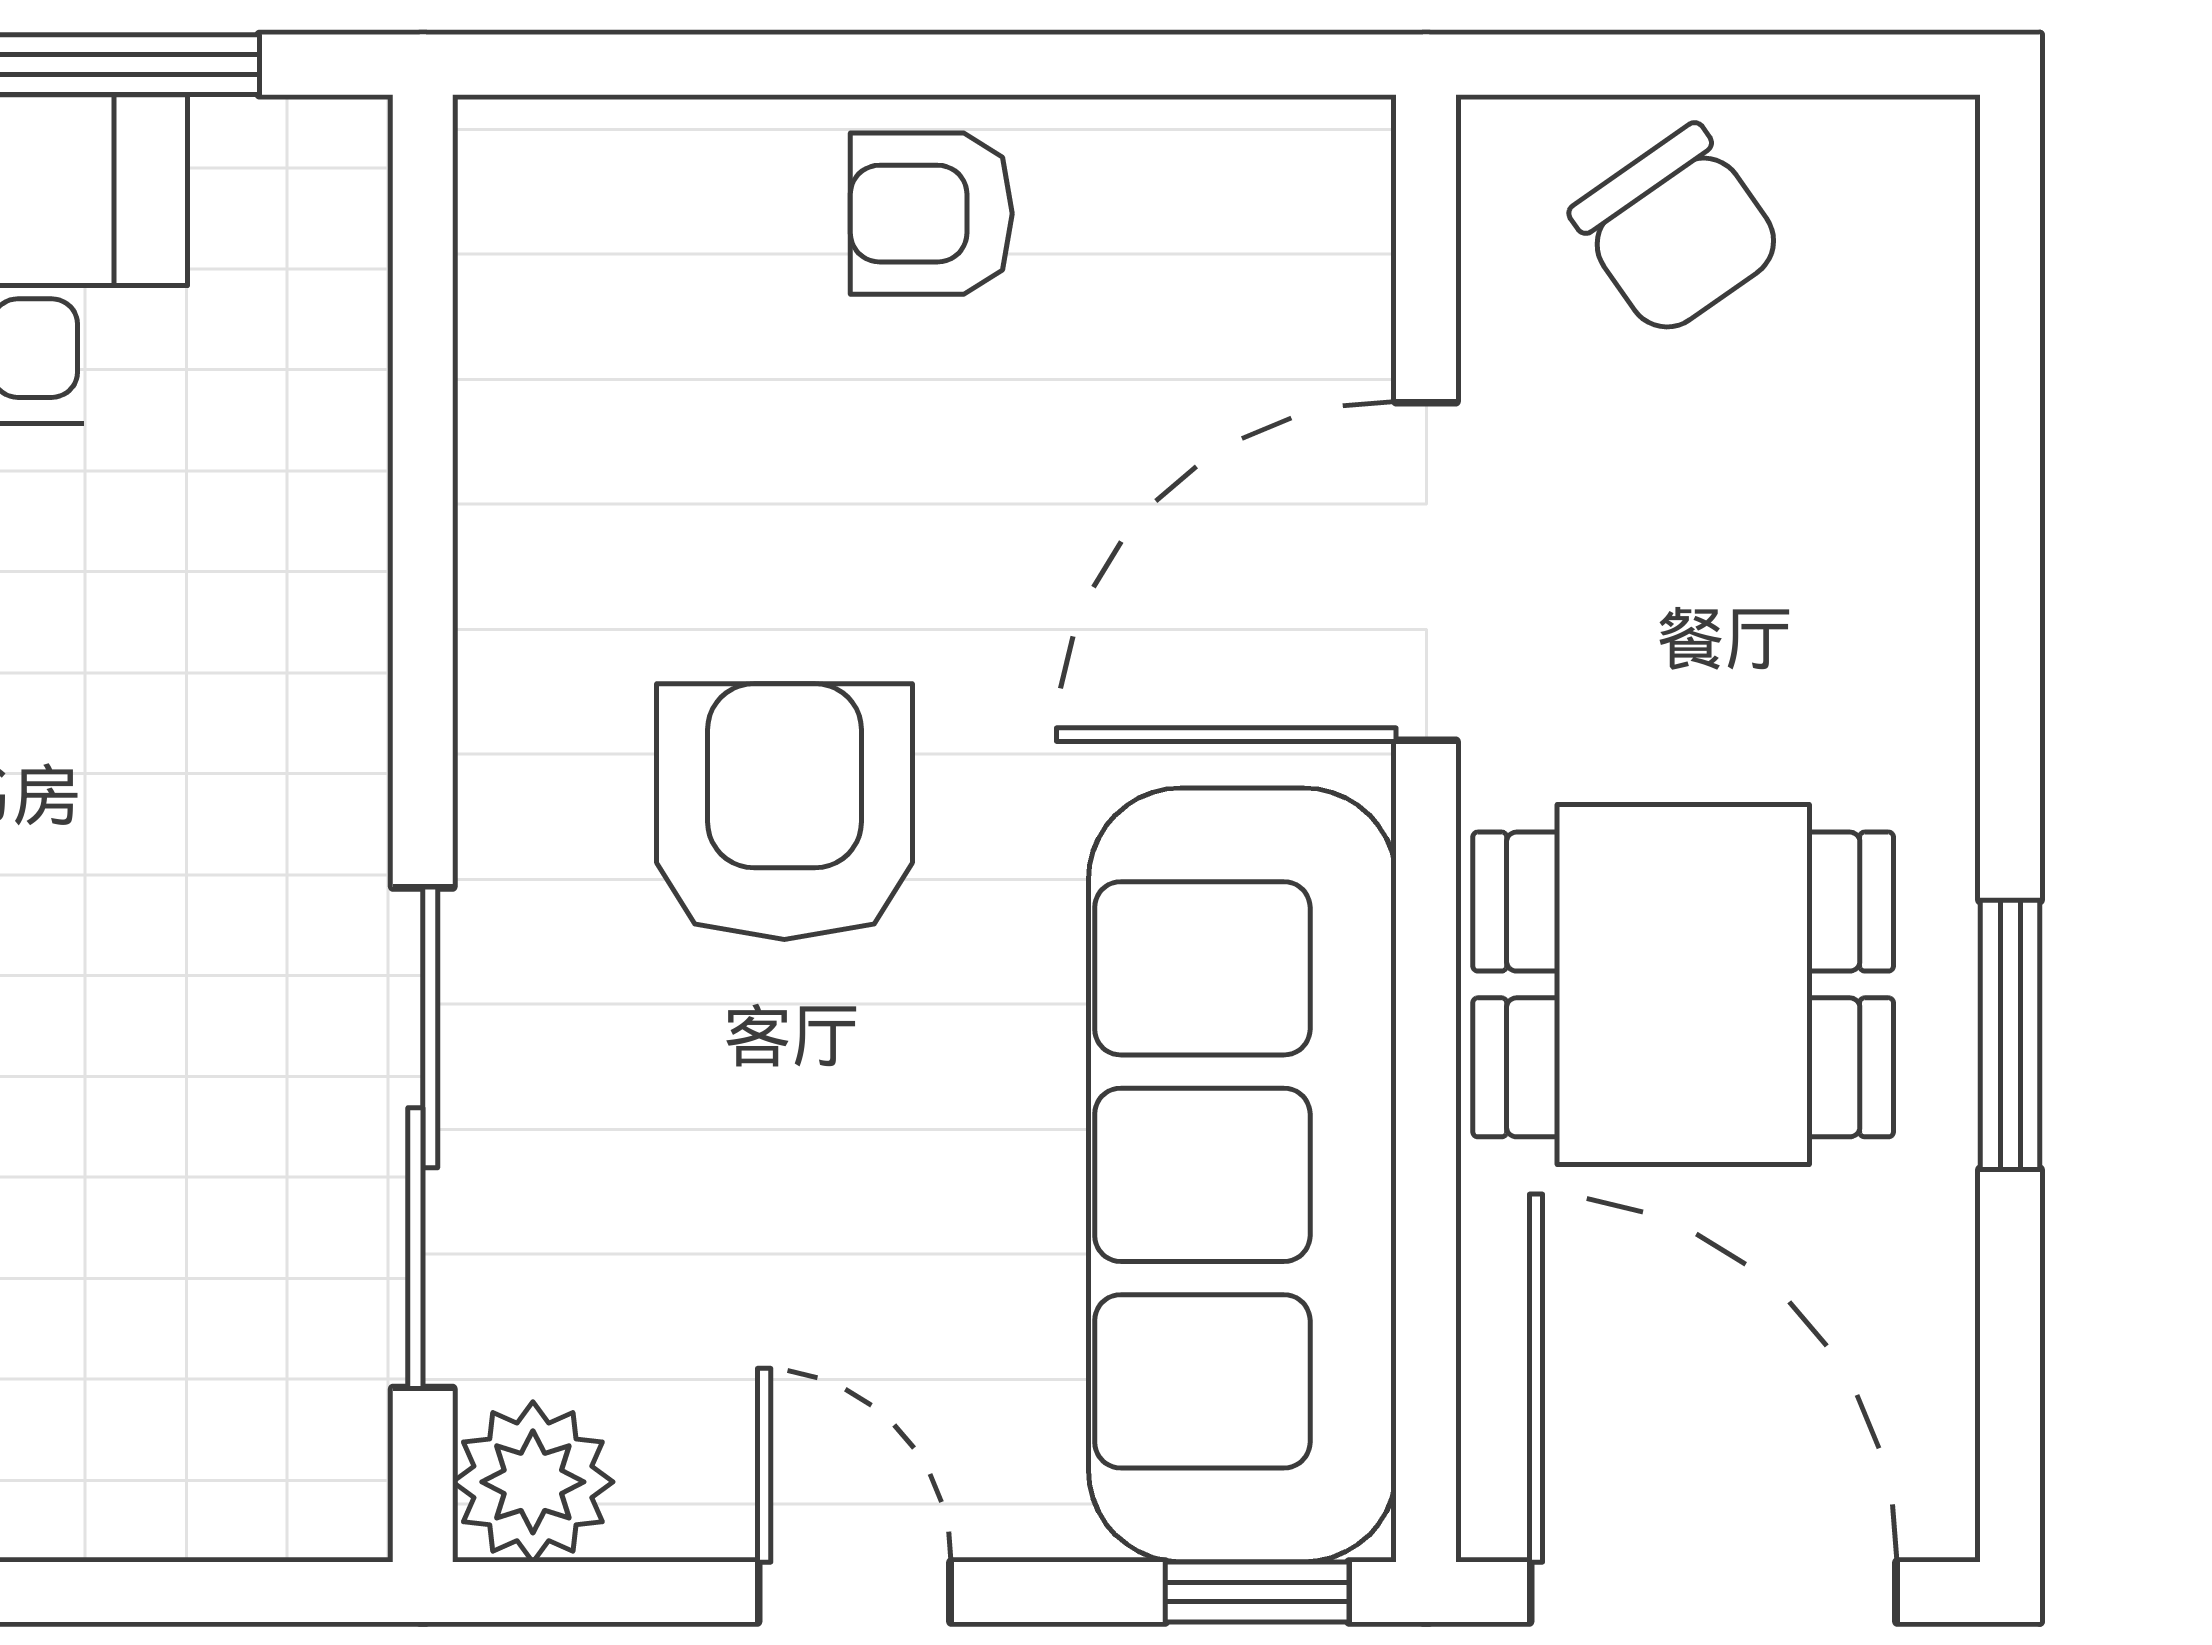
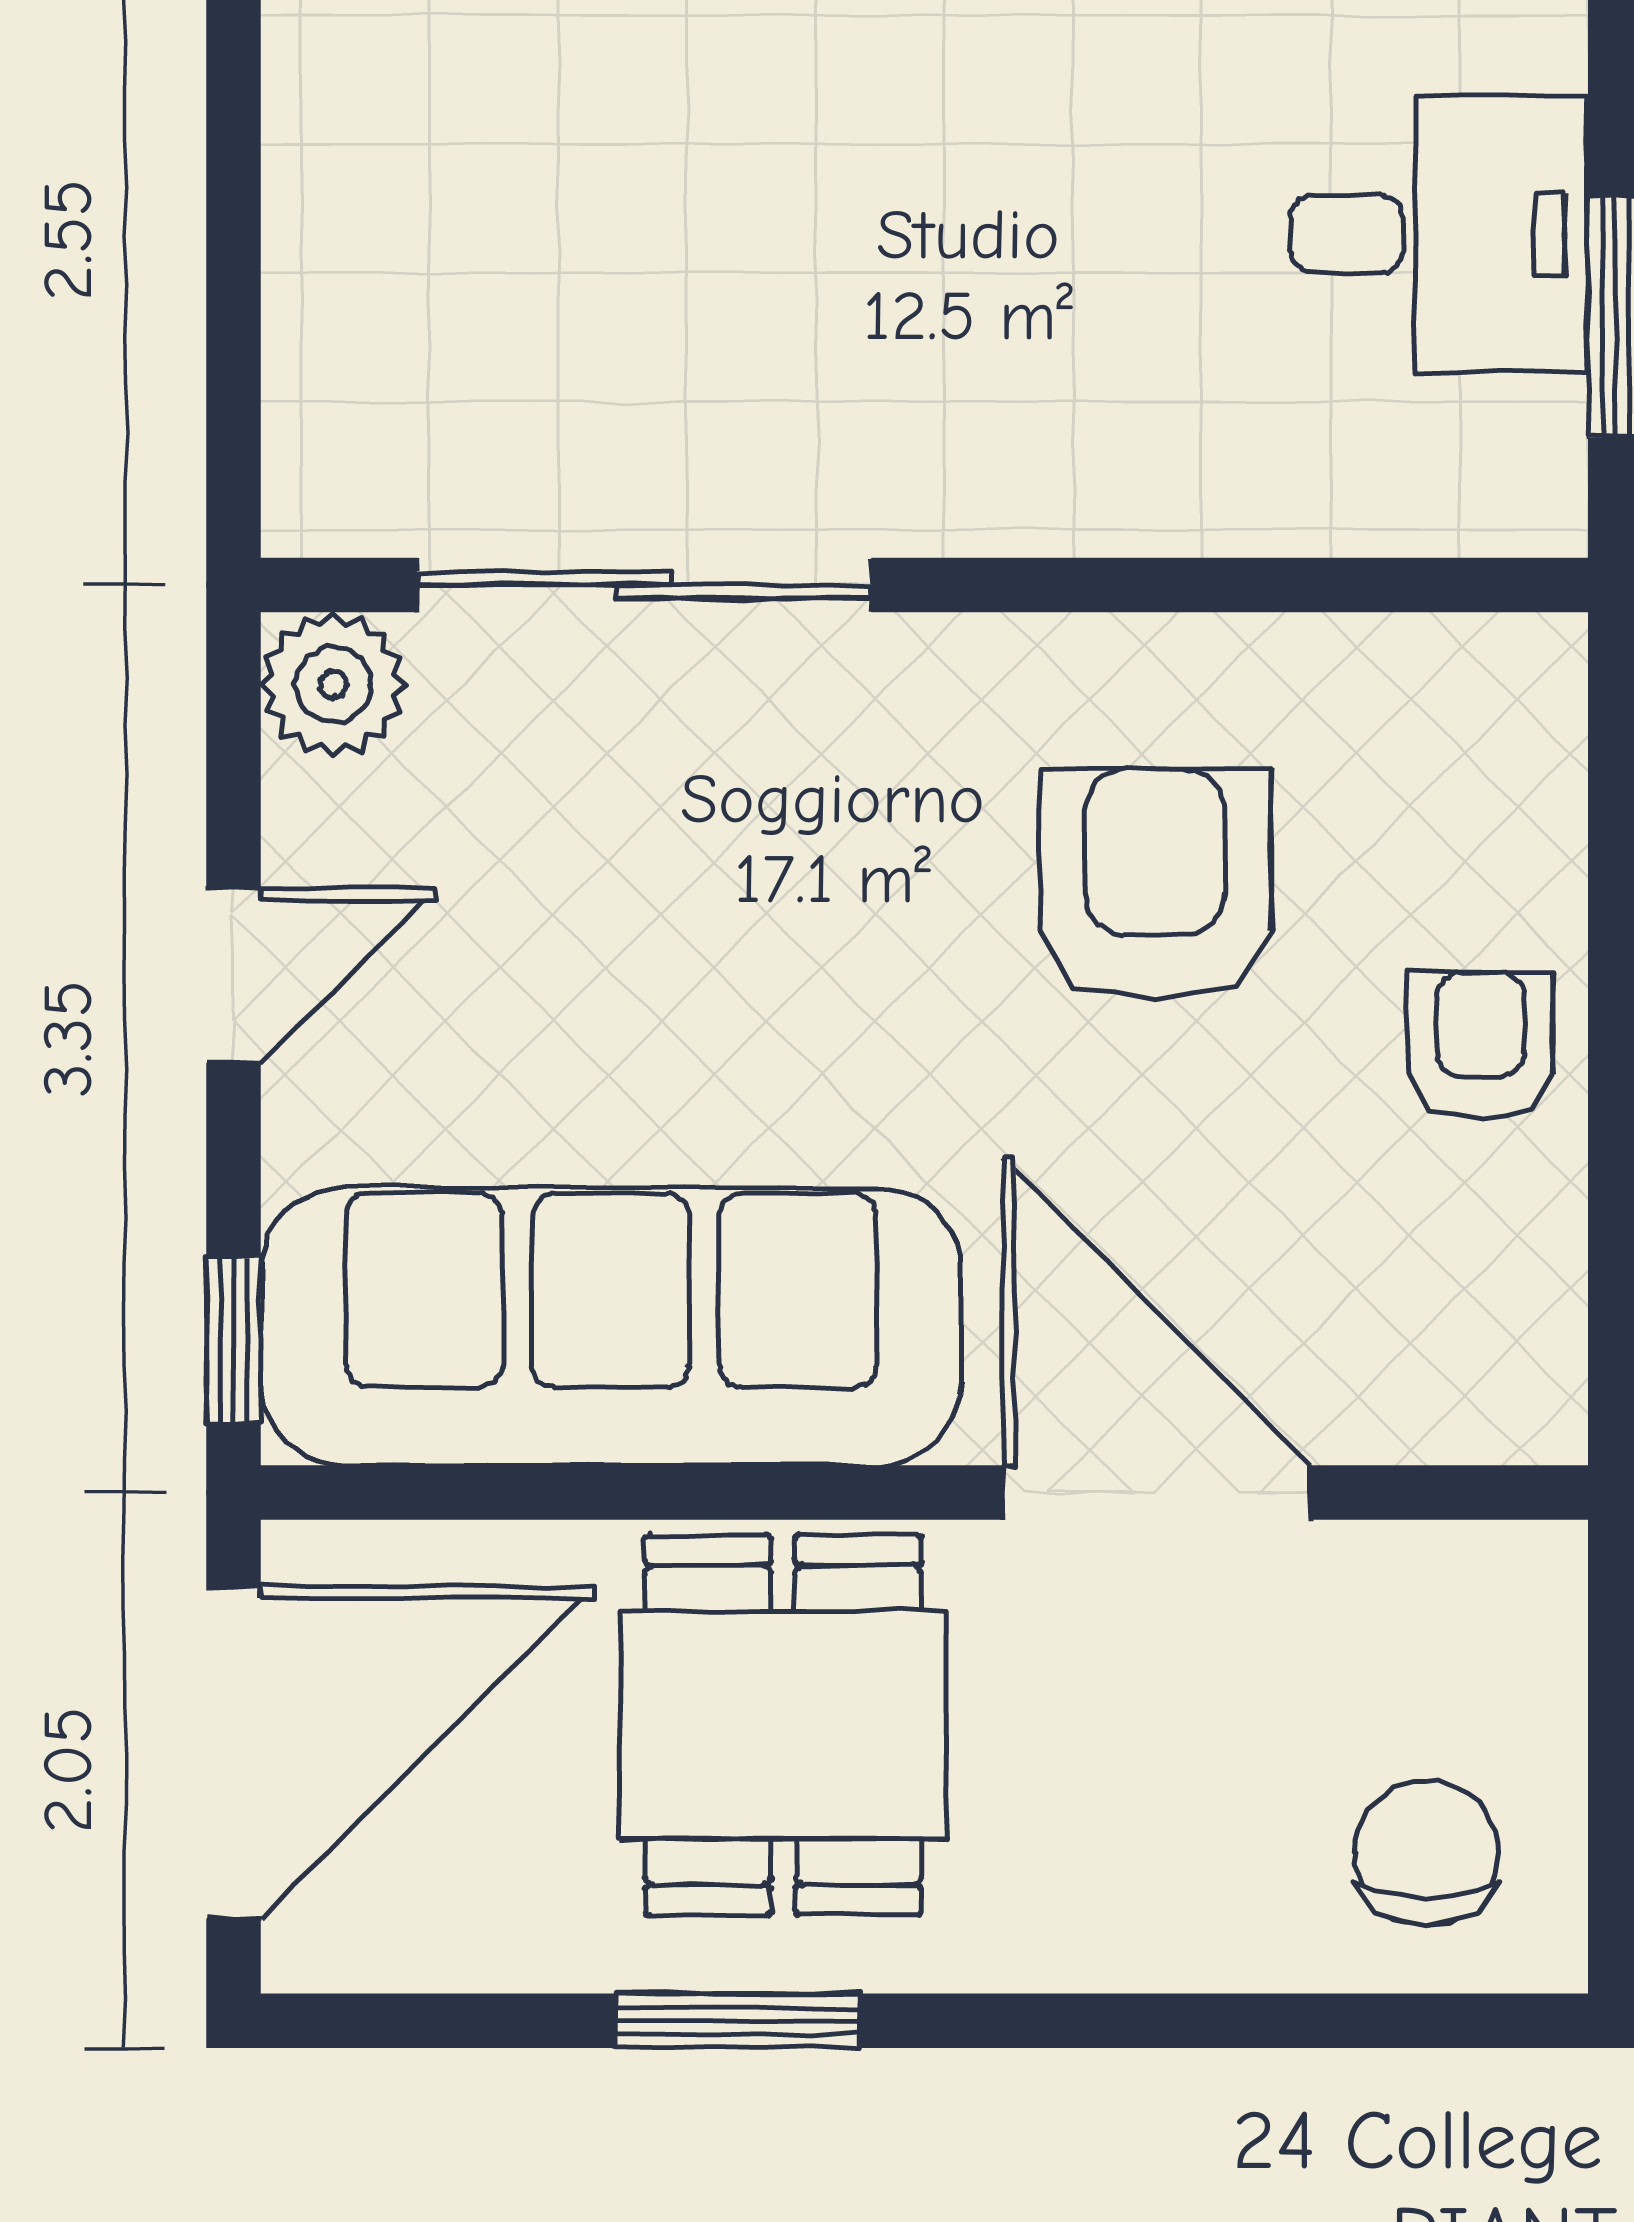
chair: (1677, 231) -> (1427, 1853), moved, turned 125
armchair: (784, 812) -> (1155, 884), moved, turned -90

